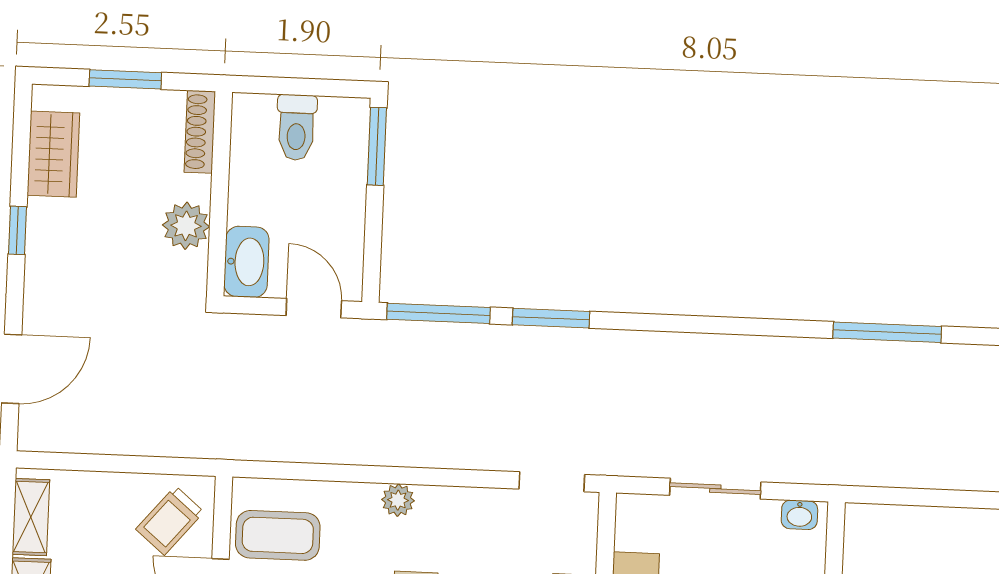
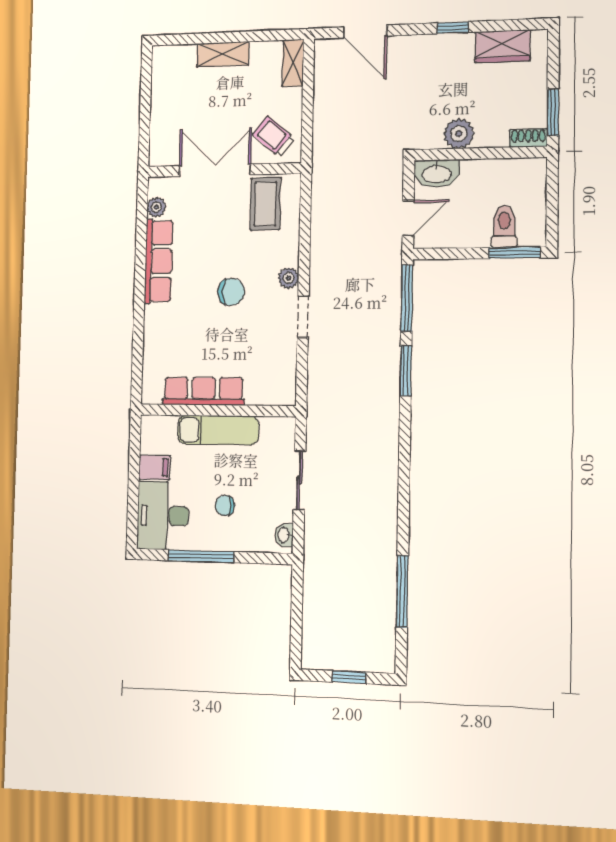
window: (125, 79) -> (553, 113), moved
toilet: (296, 127) -> (504, 226), moved, turned 90
shoe rack: (200, 132) -> (528, 138), width x0.70
doorway: (552, 482) -> (303, 317), moved
shelving: (31, 517) -> (293, 63), moved, turned 90

